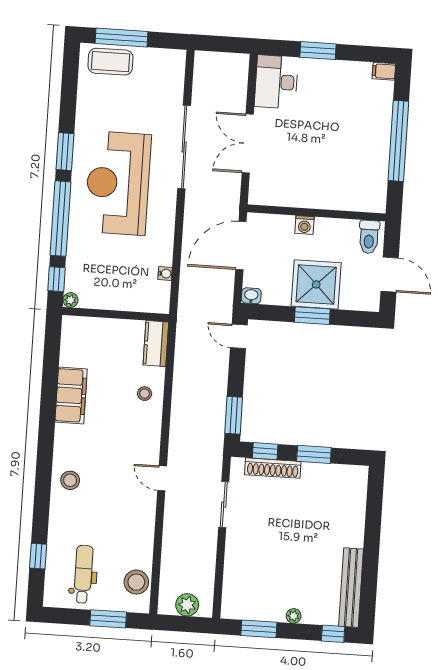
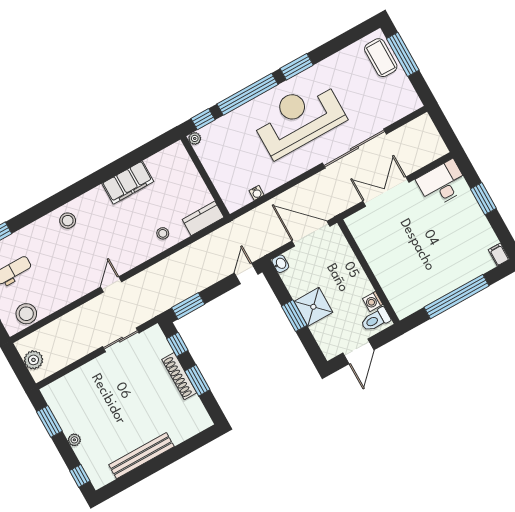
washing machine: (304, 225) -> (373, 302), moved
shower: (316, 284) -> (313, 307), width x0.73, depth x0.73
shoe rack: (273, 468) -> (179, 376), moved
bench: (351, 588) -> (141, 456), moved

